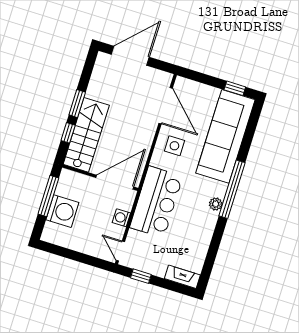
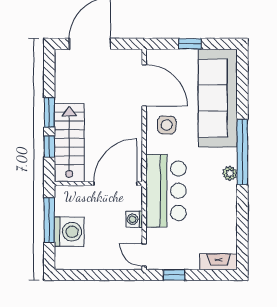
window: (235, 88) -> (190, 44), moved

